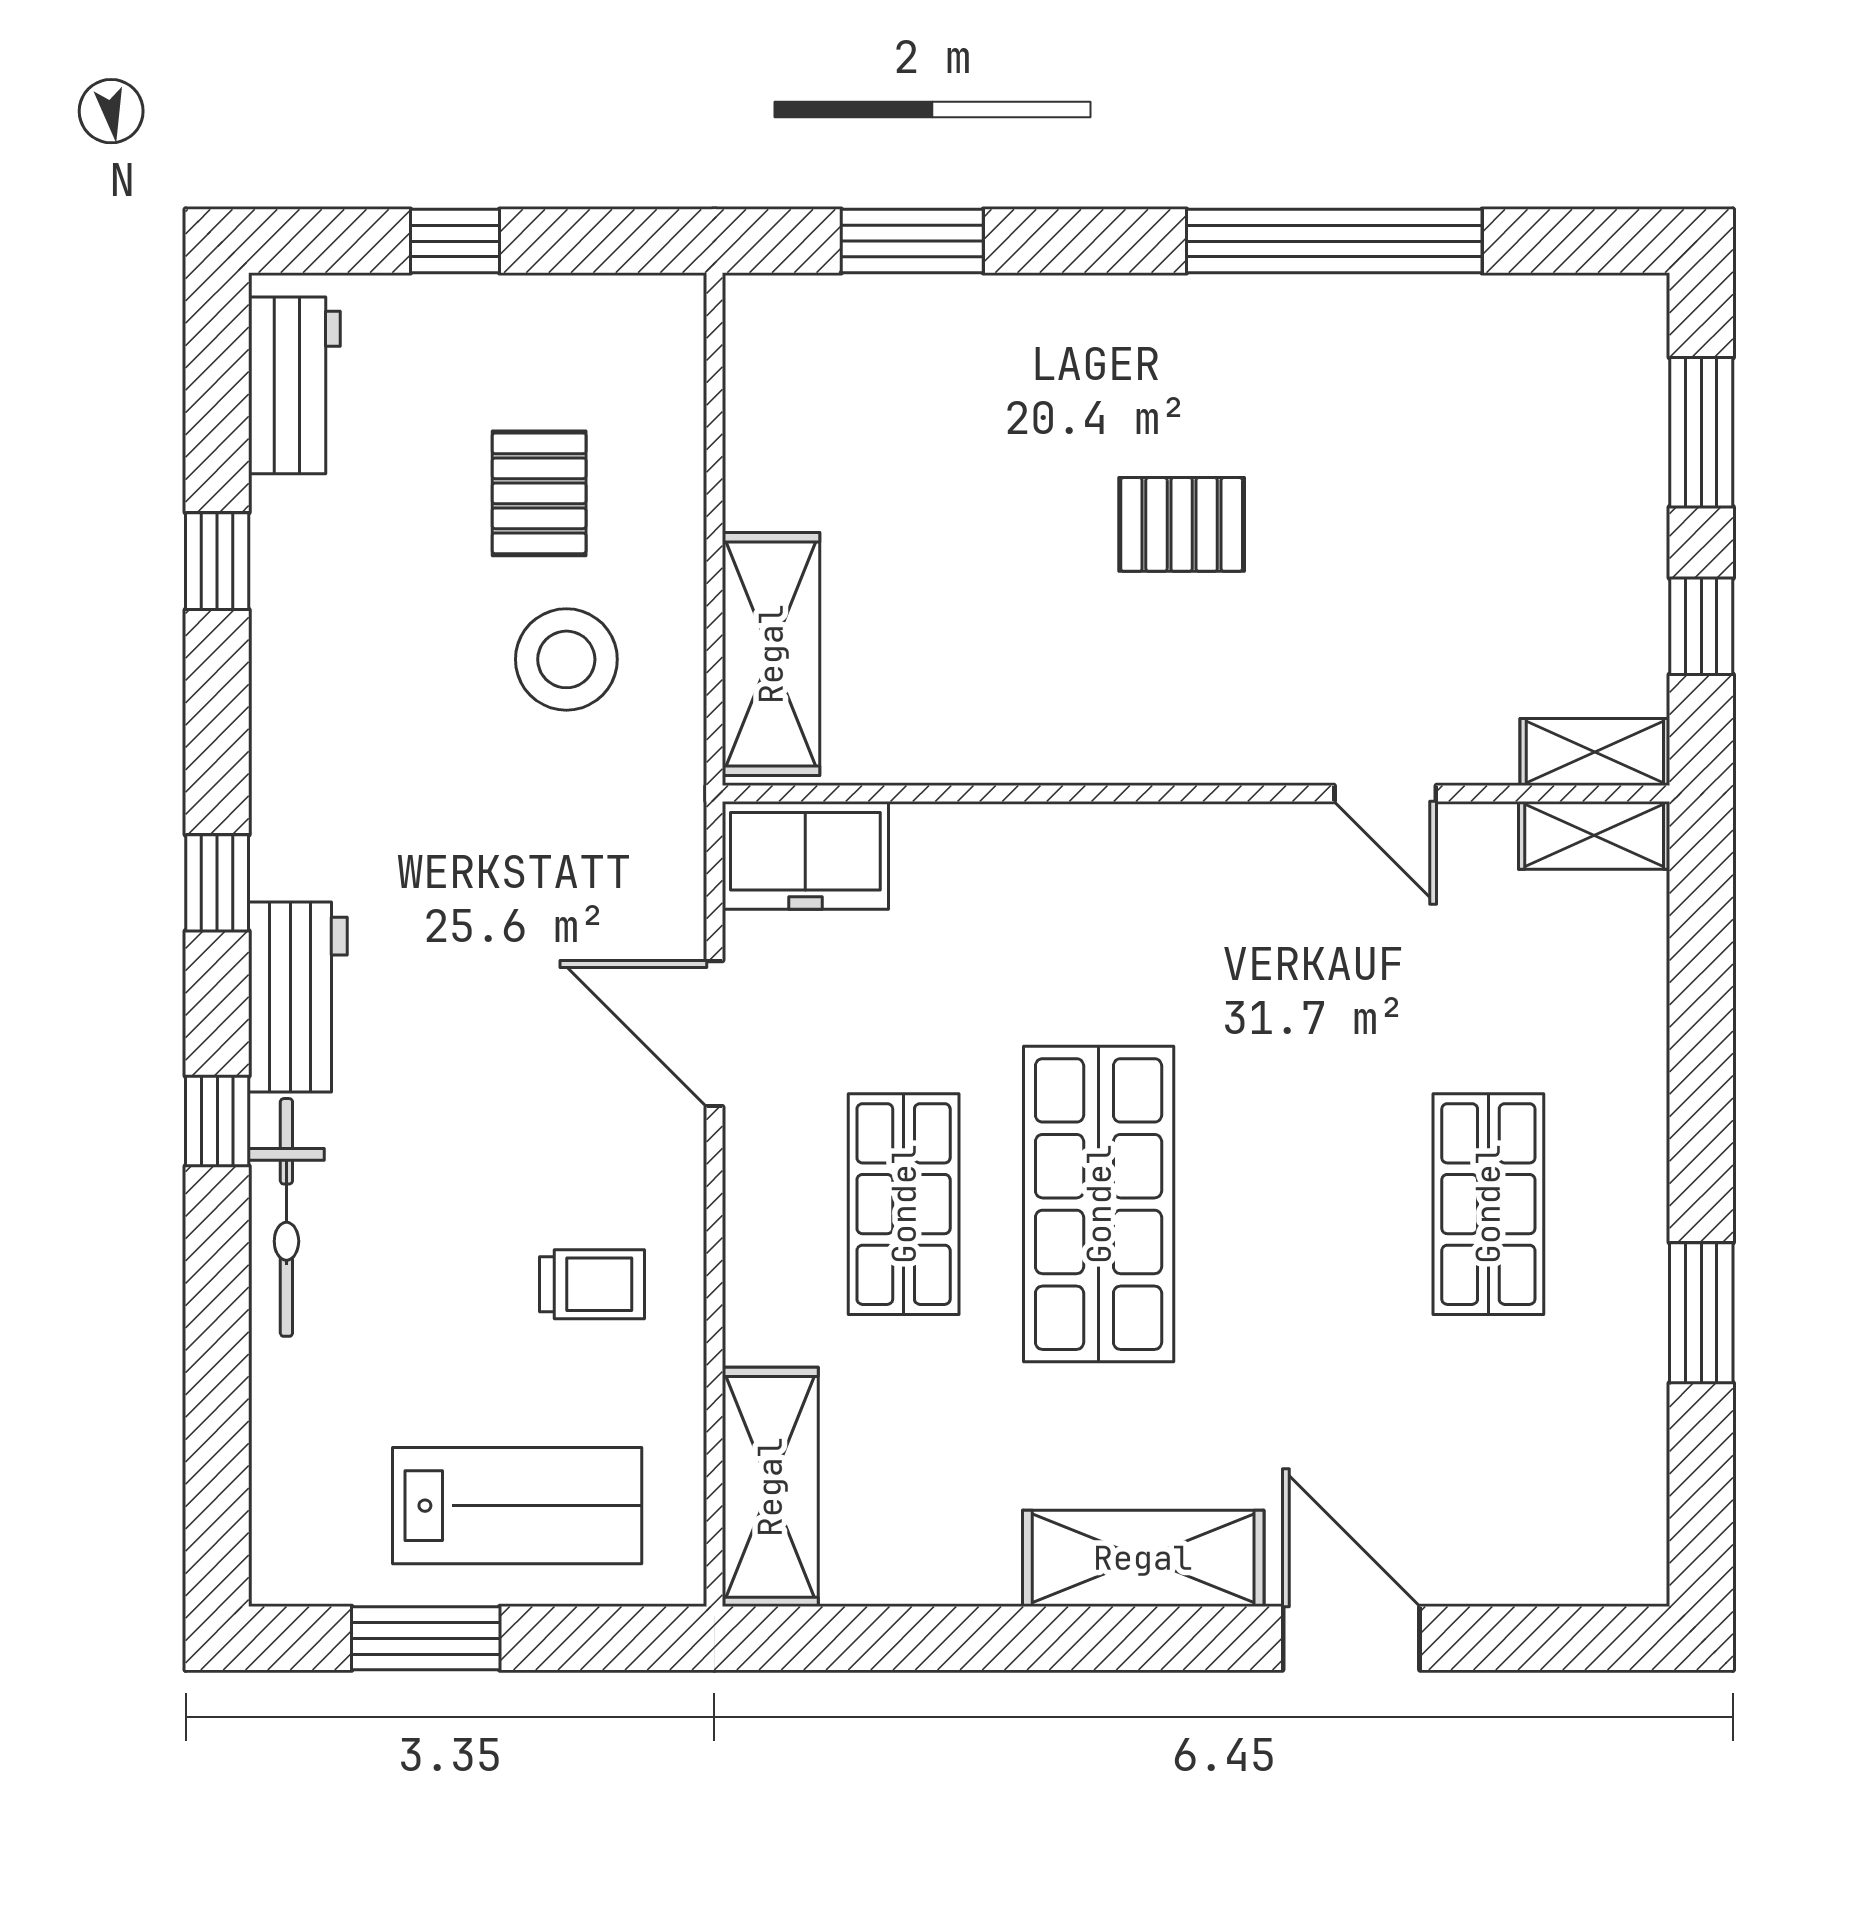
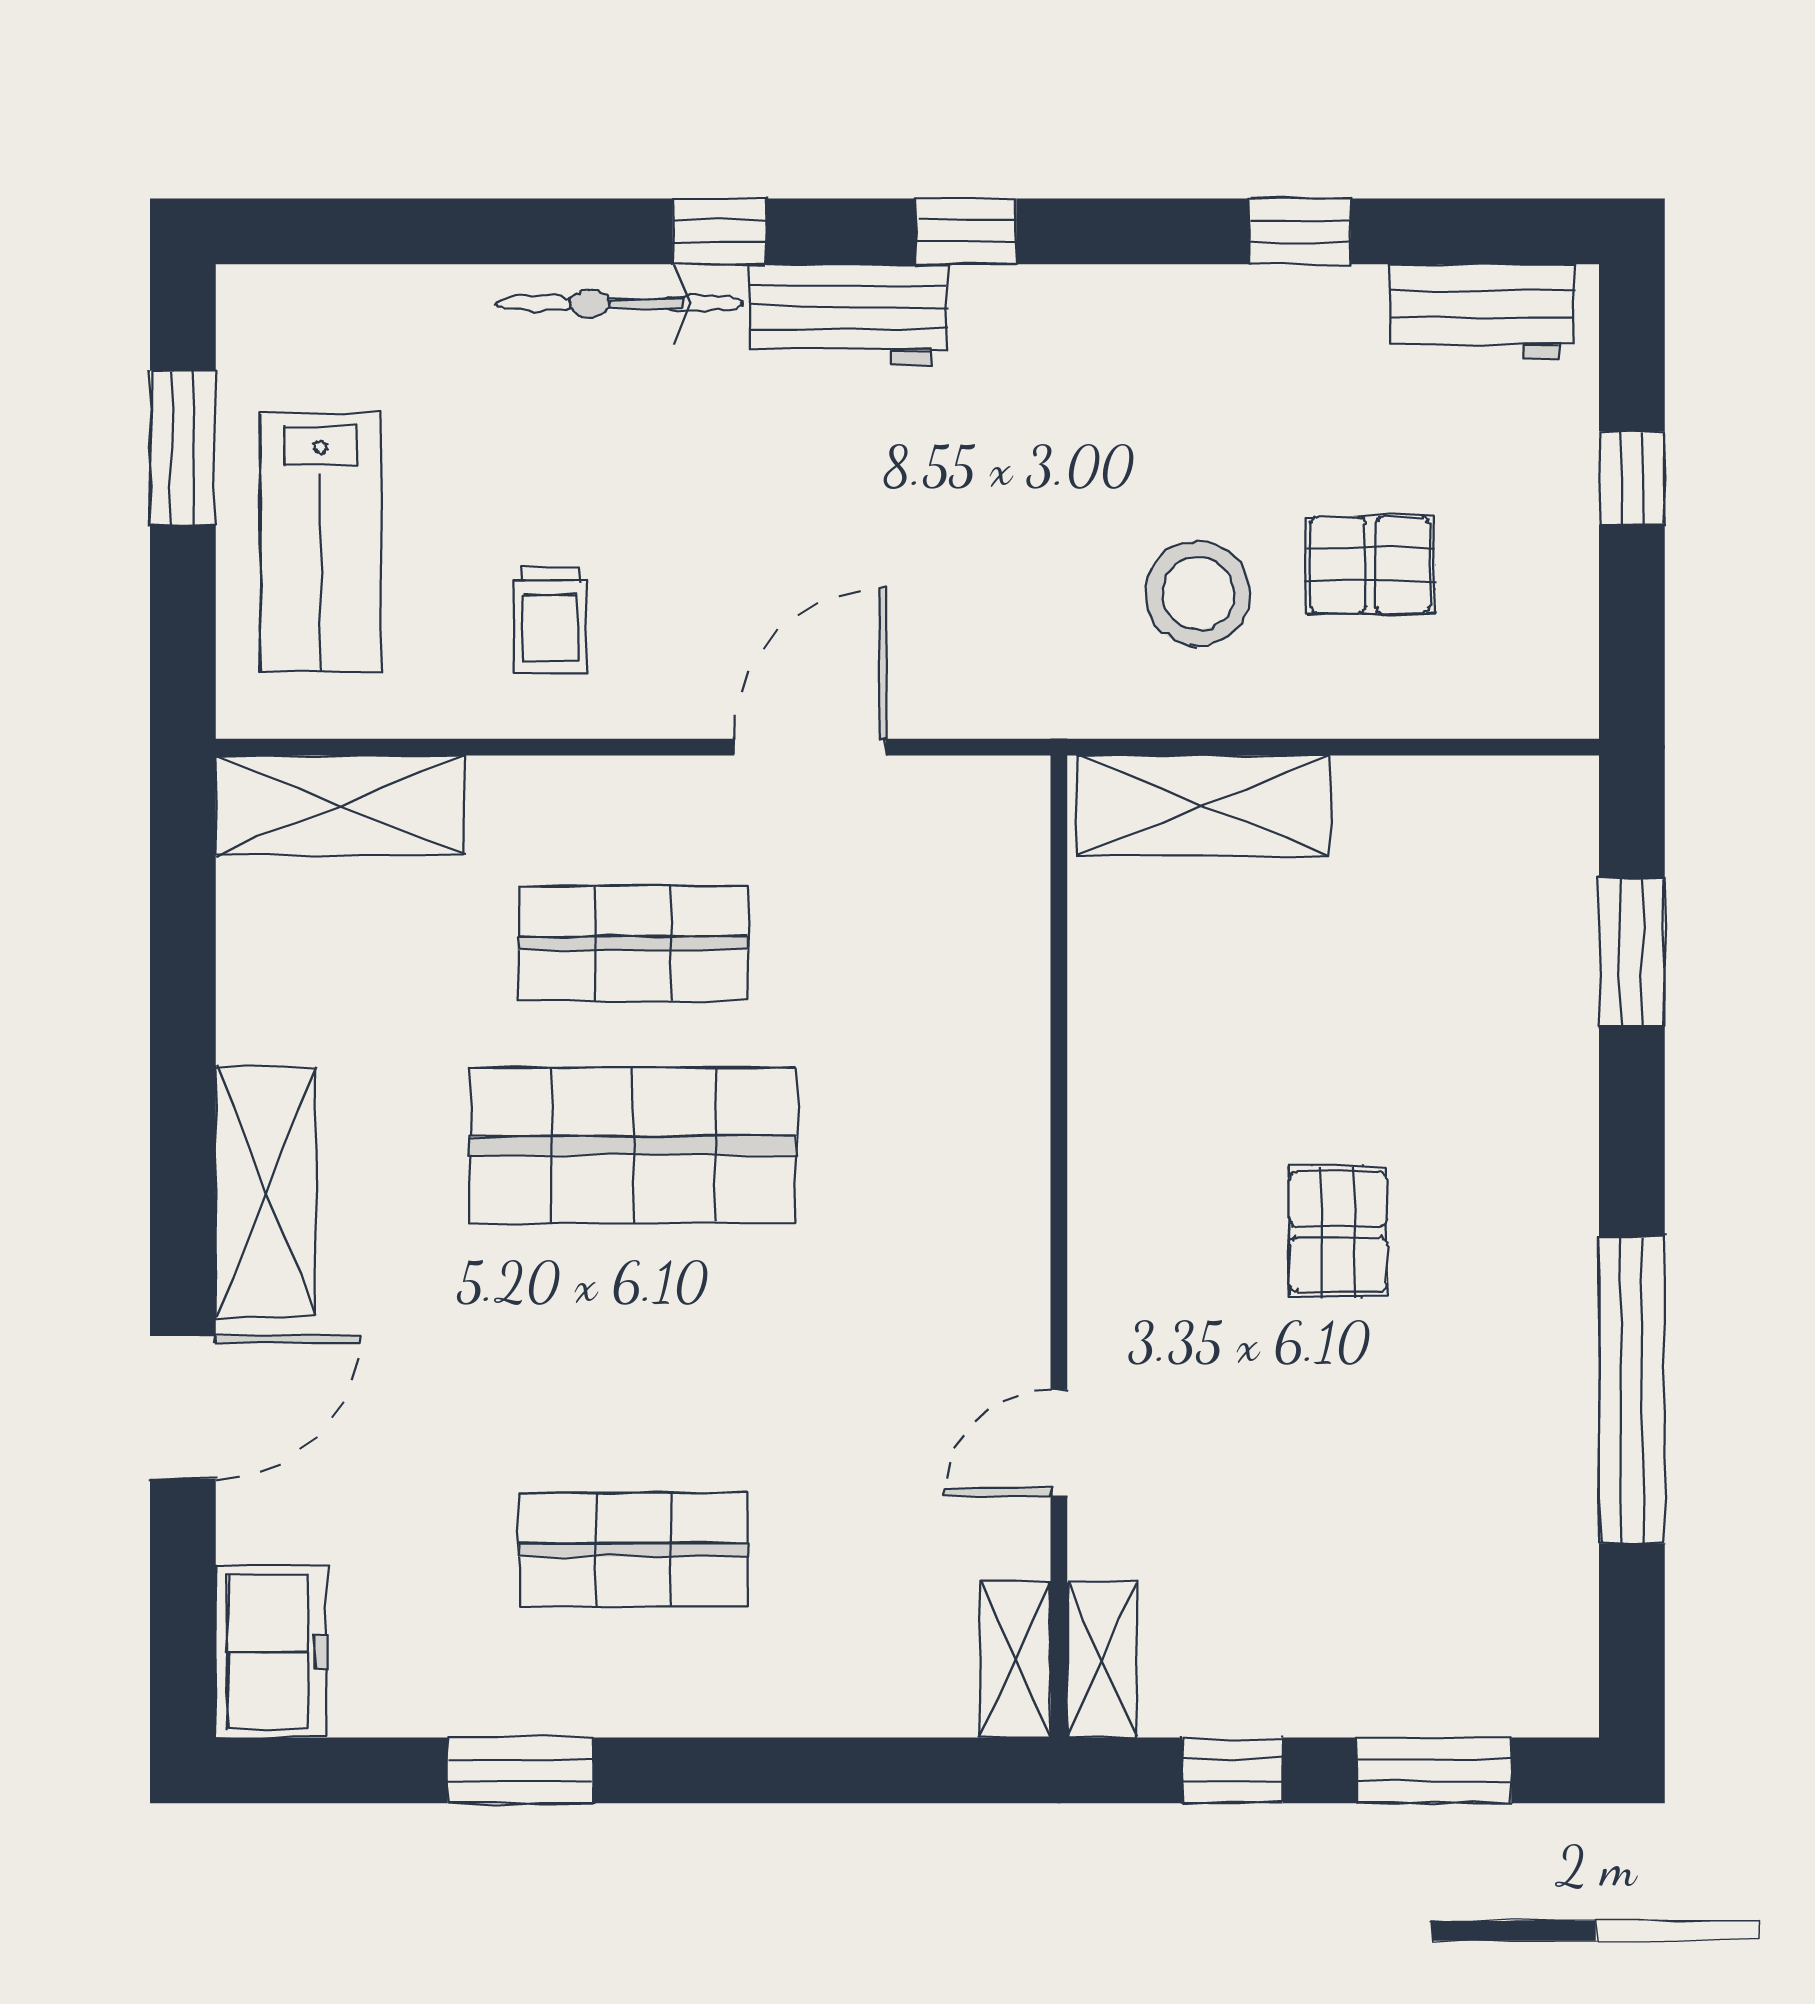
freezer: (805, 855) -> (272, 1652), moved, turned 180

